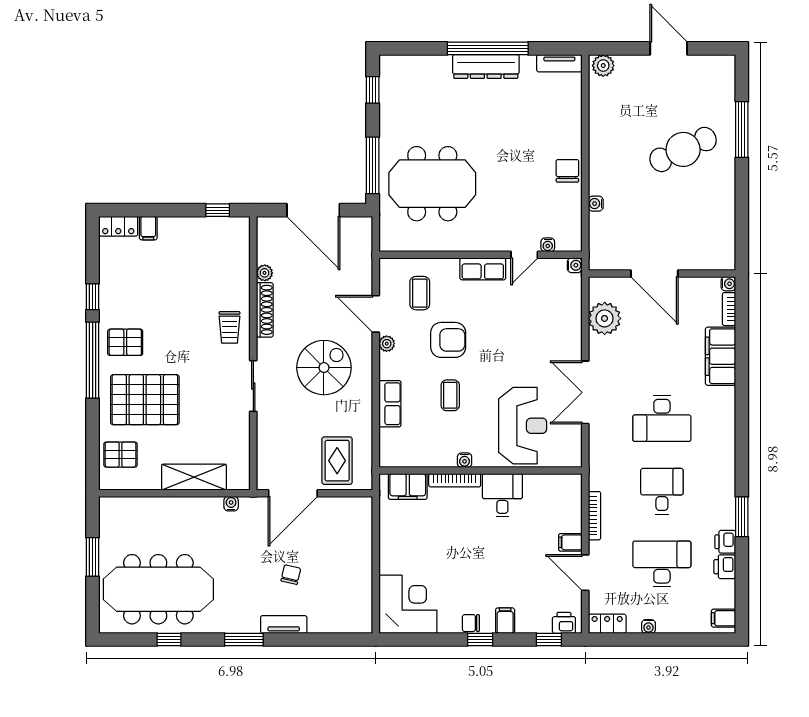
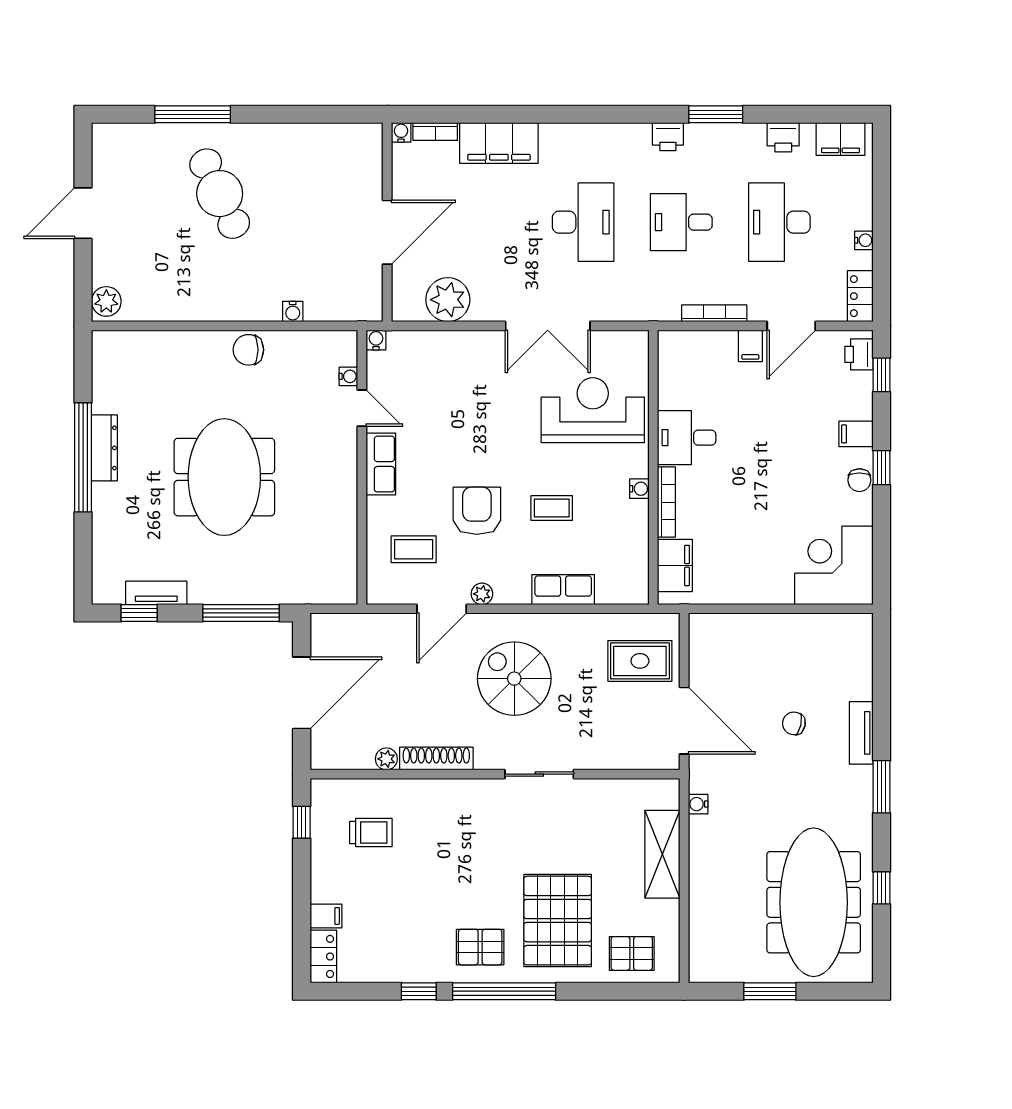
tv unit: (559, 63) -> (156, 593), moved, turned -90
dresser: (486, 66) -> (104, 448), width x0.73, depth x0.80
meeting table: (432, 184) -> (224, 477), moved
trolley: (229, 327) -> (371, 832), moved
pallet: (125, 342) -> (480, 947), turned 90
pallet: (121, 455) -> (632, 953), turned 90
printer: (725, 542) -> (668, 137), moved
filing cabinet: (723, 618) -> (841, 139), width x2.00

